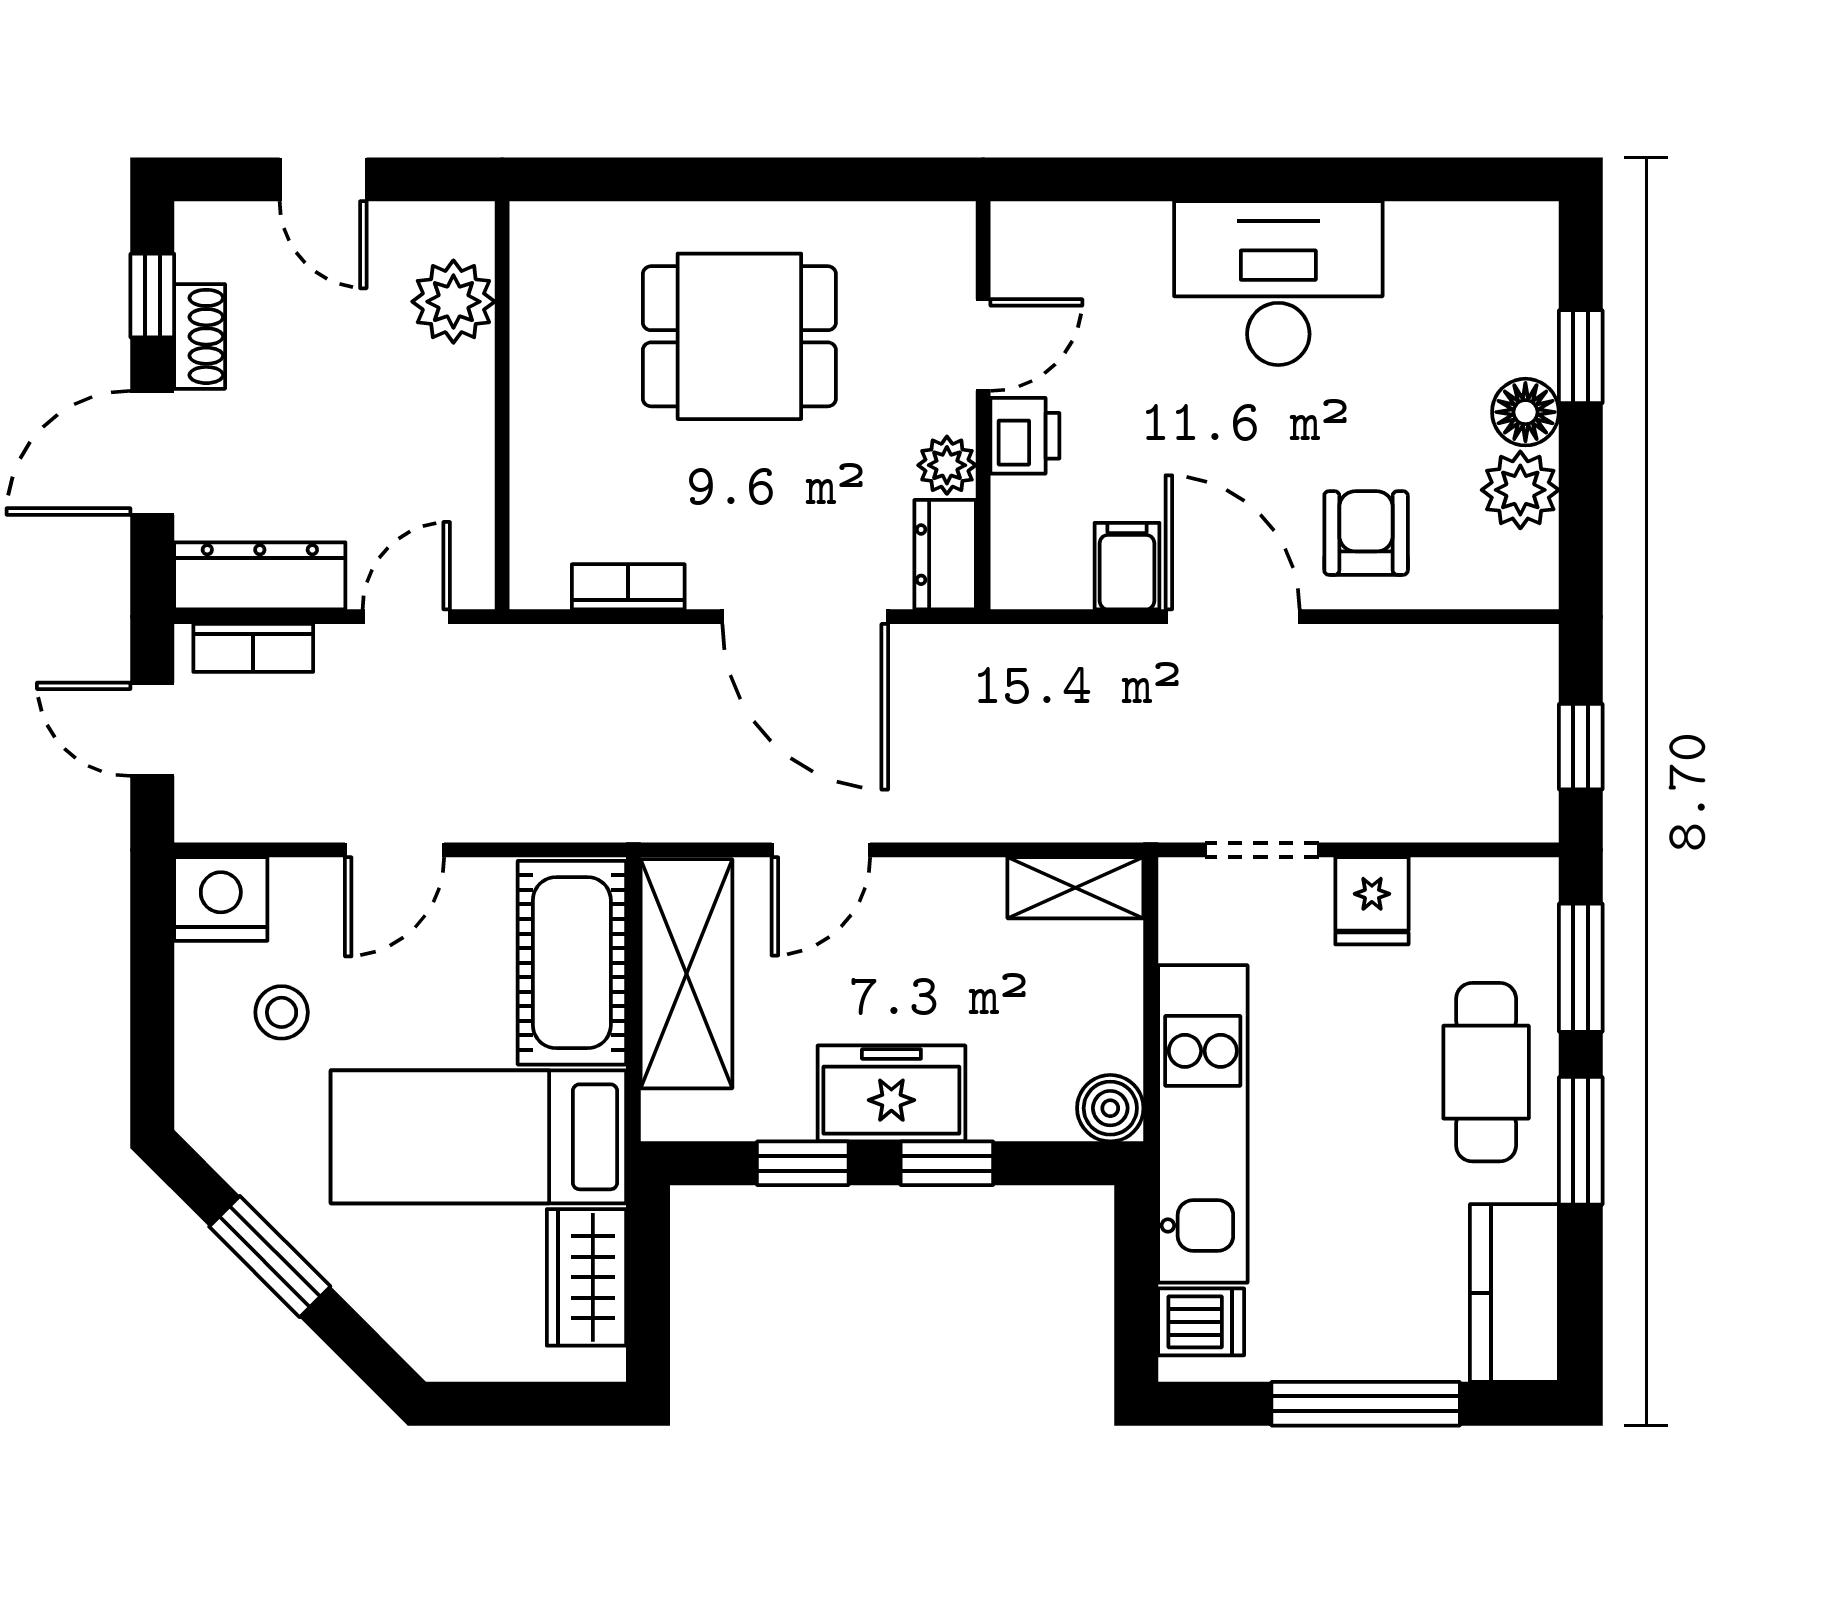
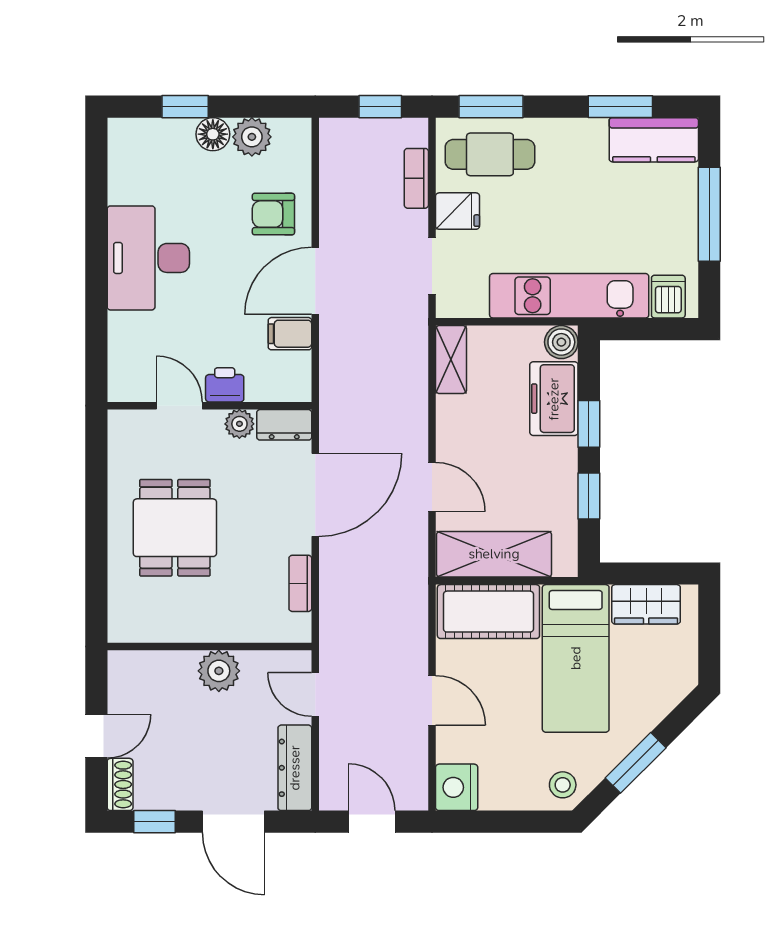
plant: (453, 302) -> (219, 671), moved
shoe rack: (200, 336) -> (120, 784), moved, turned 90
bookcase: (253, 648) -> (416, 178), moved, turned 180
door: (152, 729) -> (372, 822), swing flipped
stool: (282, 1012) -> (563, 785), moved
cafe table: (1486, 1072) -> (490, 154), moved
freezer: (891, 1093) -> (554, 399), moved
window: (1581, 1141) -> (620, 107), moved

